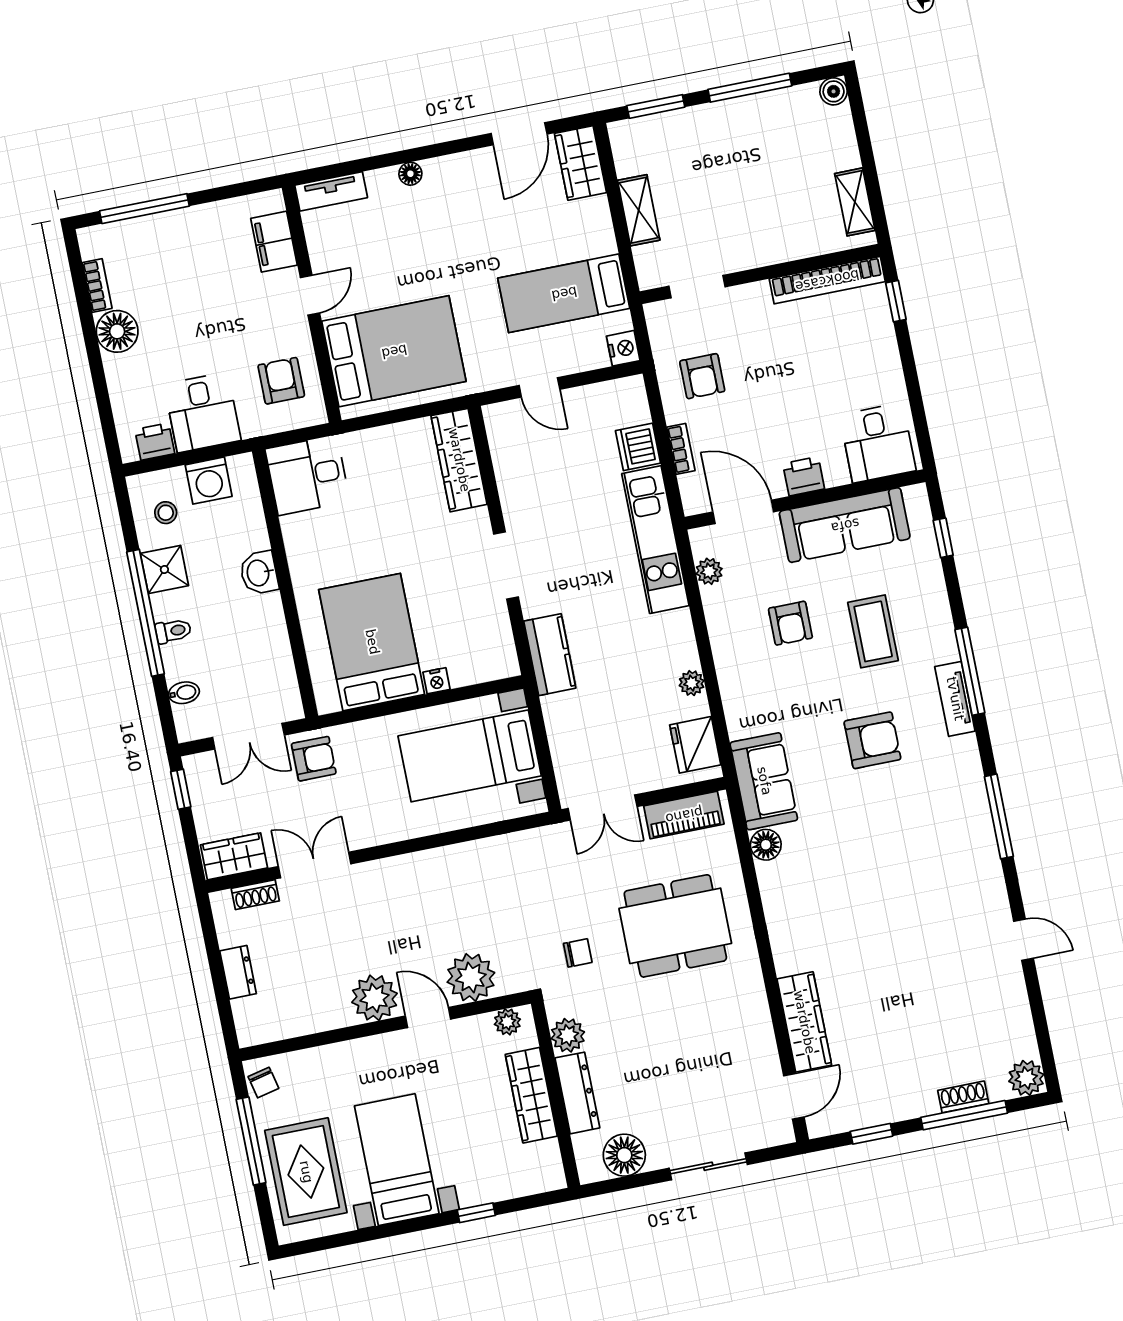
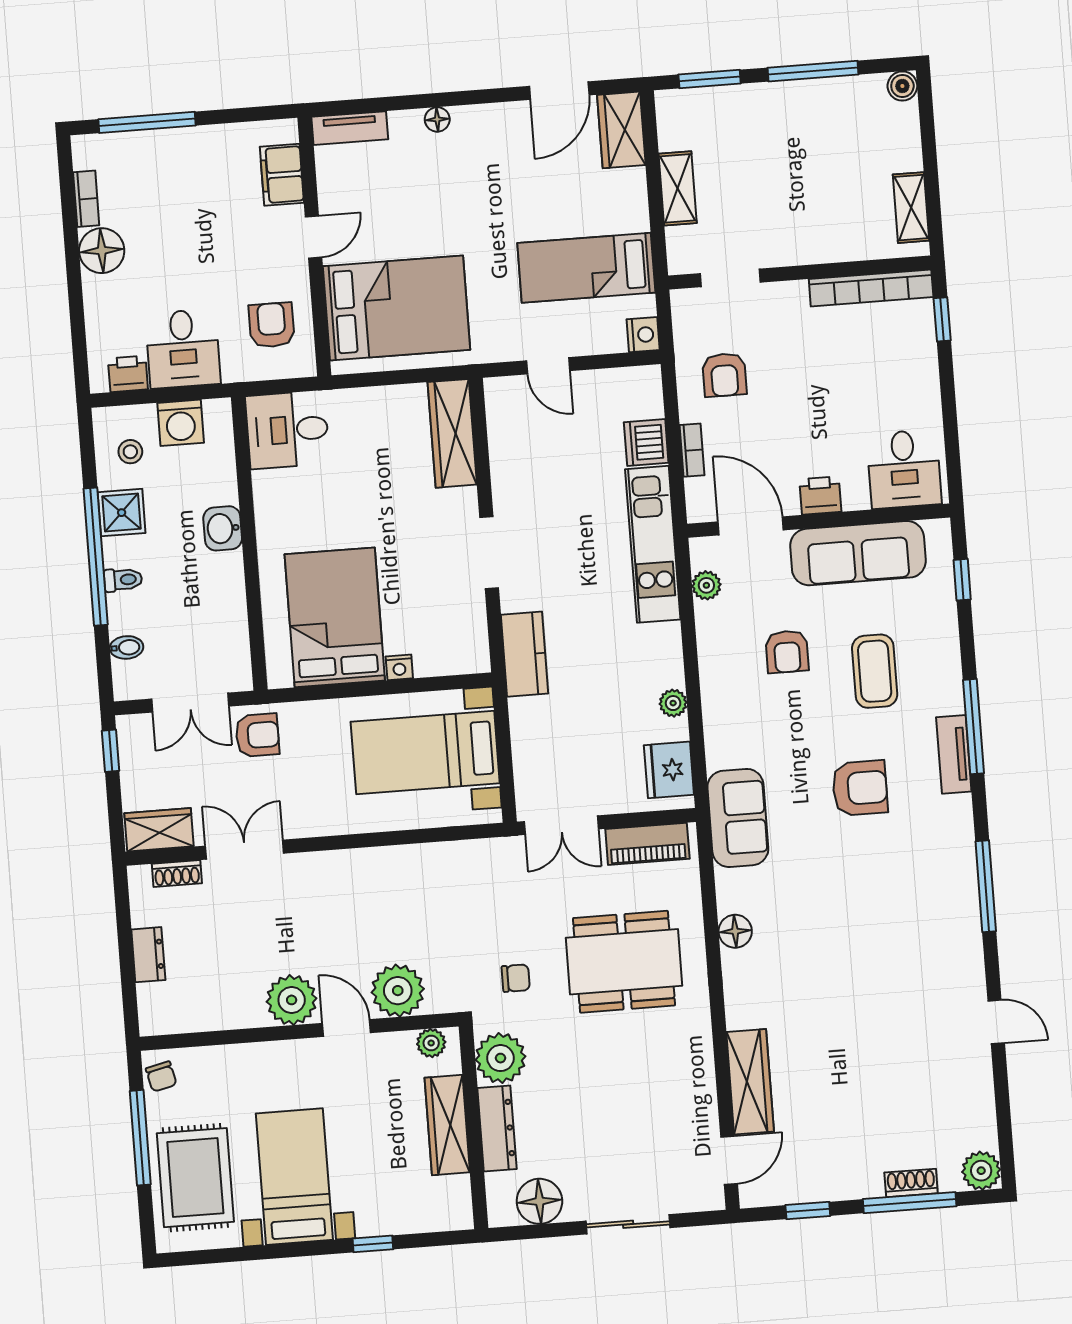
floor lamp: (766, 845) -> (735, 931), moved
plant: (568, 1035) -> (500, 1058), width x1.36, depth x1.36

